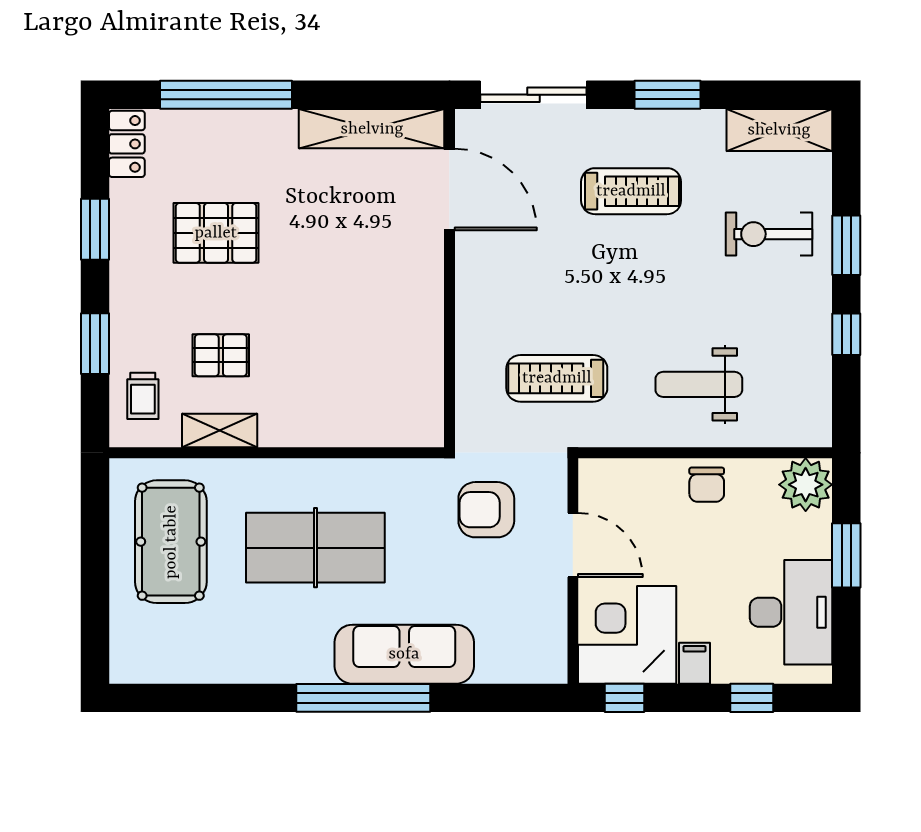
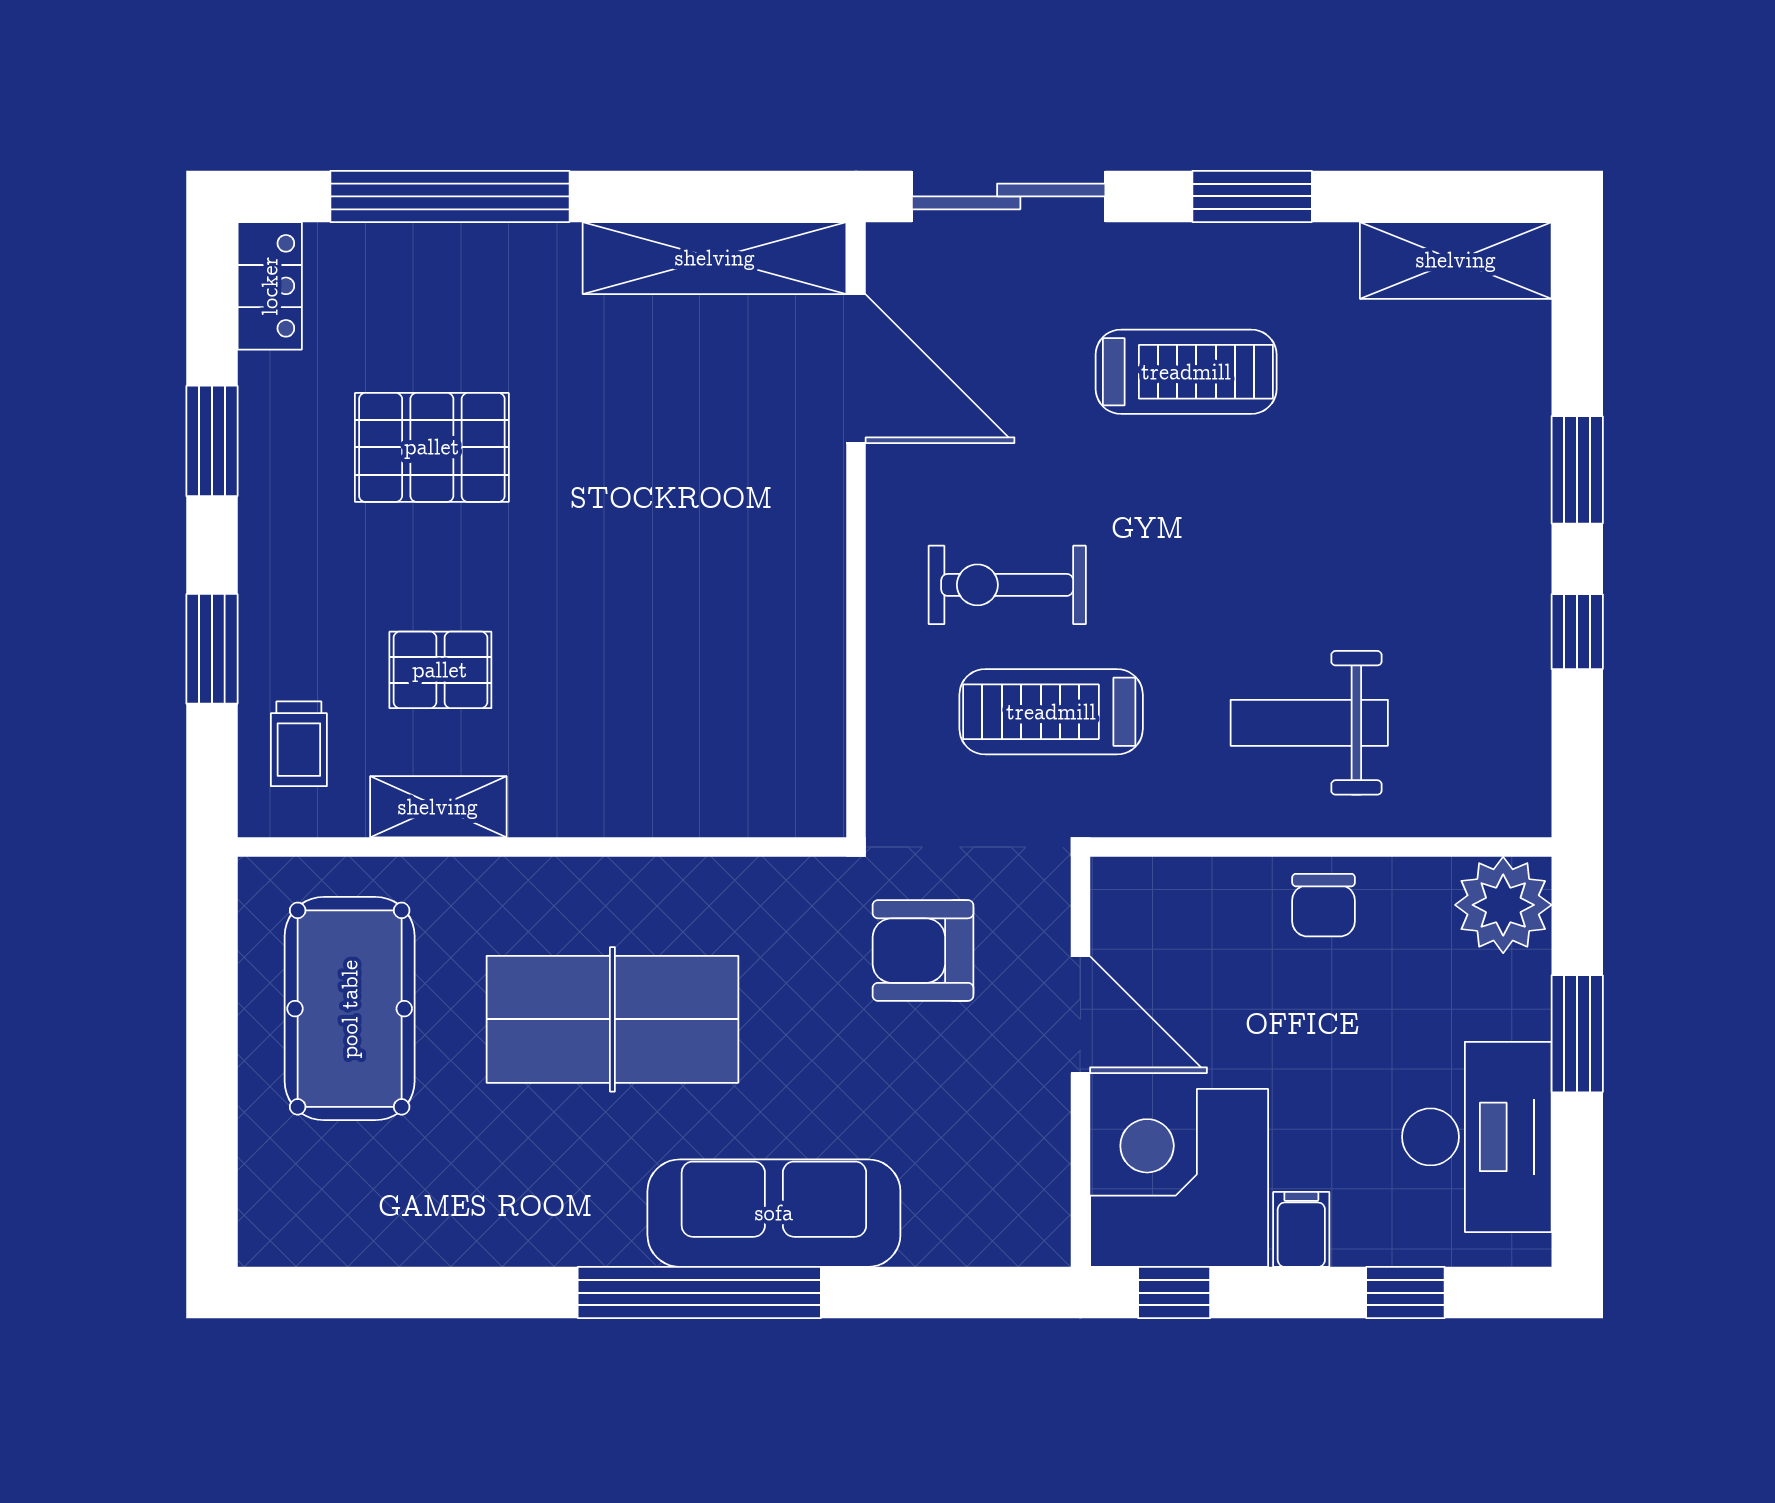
exercise bike: (769, 234) -> (1007, 585), moved

